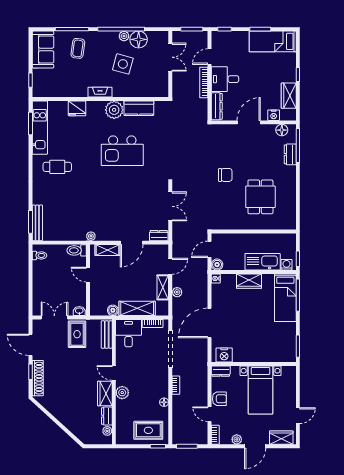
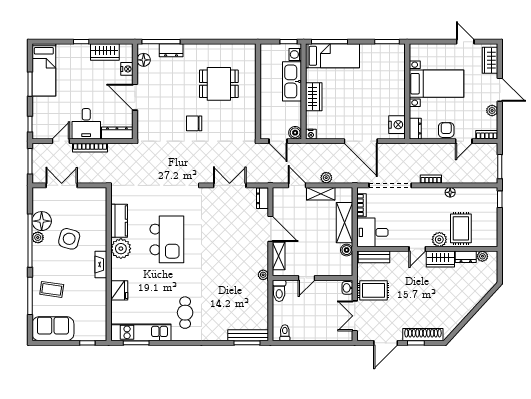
door: (210, 57) -> (61, 141), swing flipped
chair: (225, 175) -> (194, 123), turned -90
rug: (148, 430) -> (461, 228), moved

